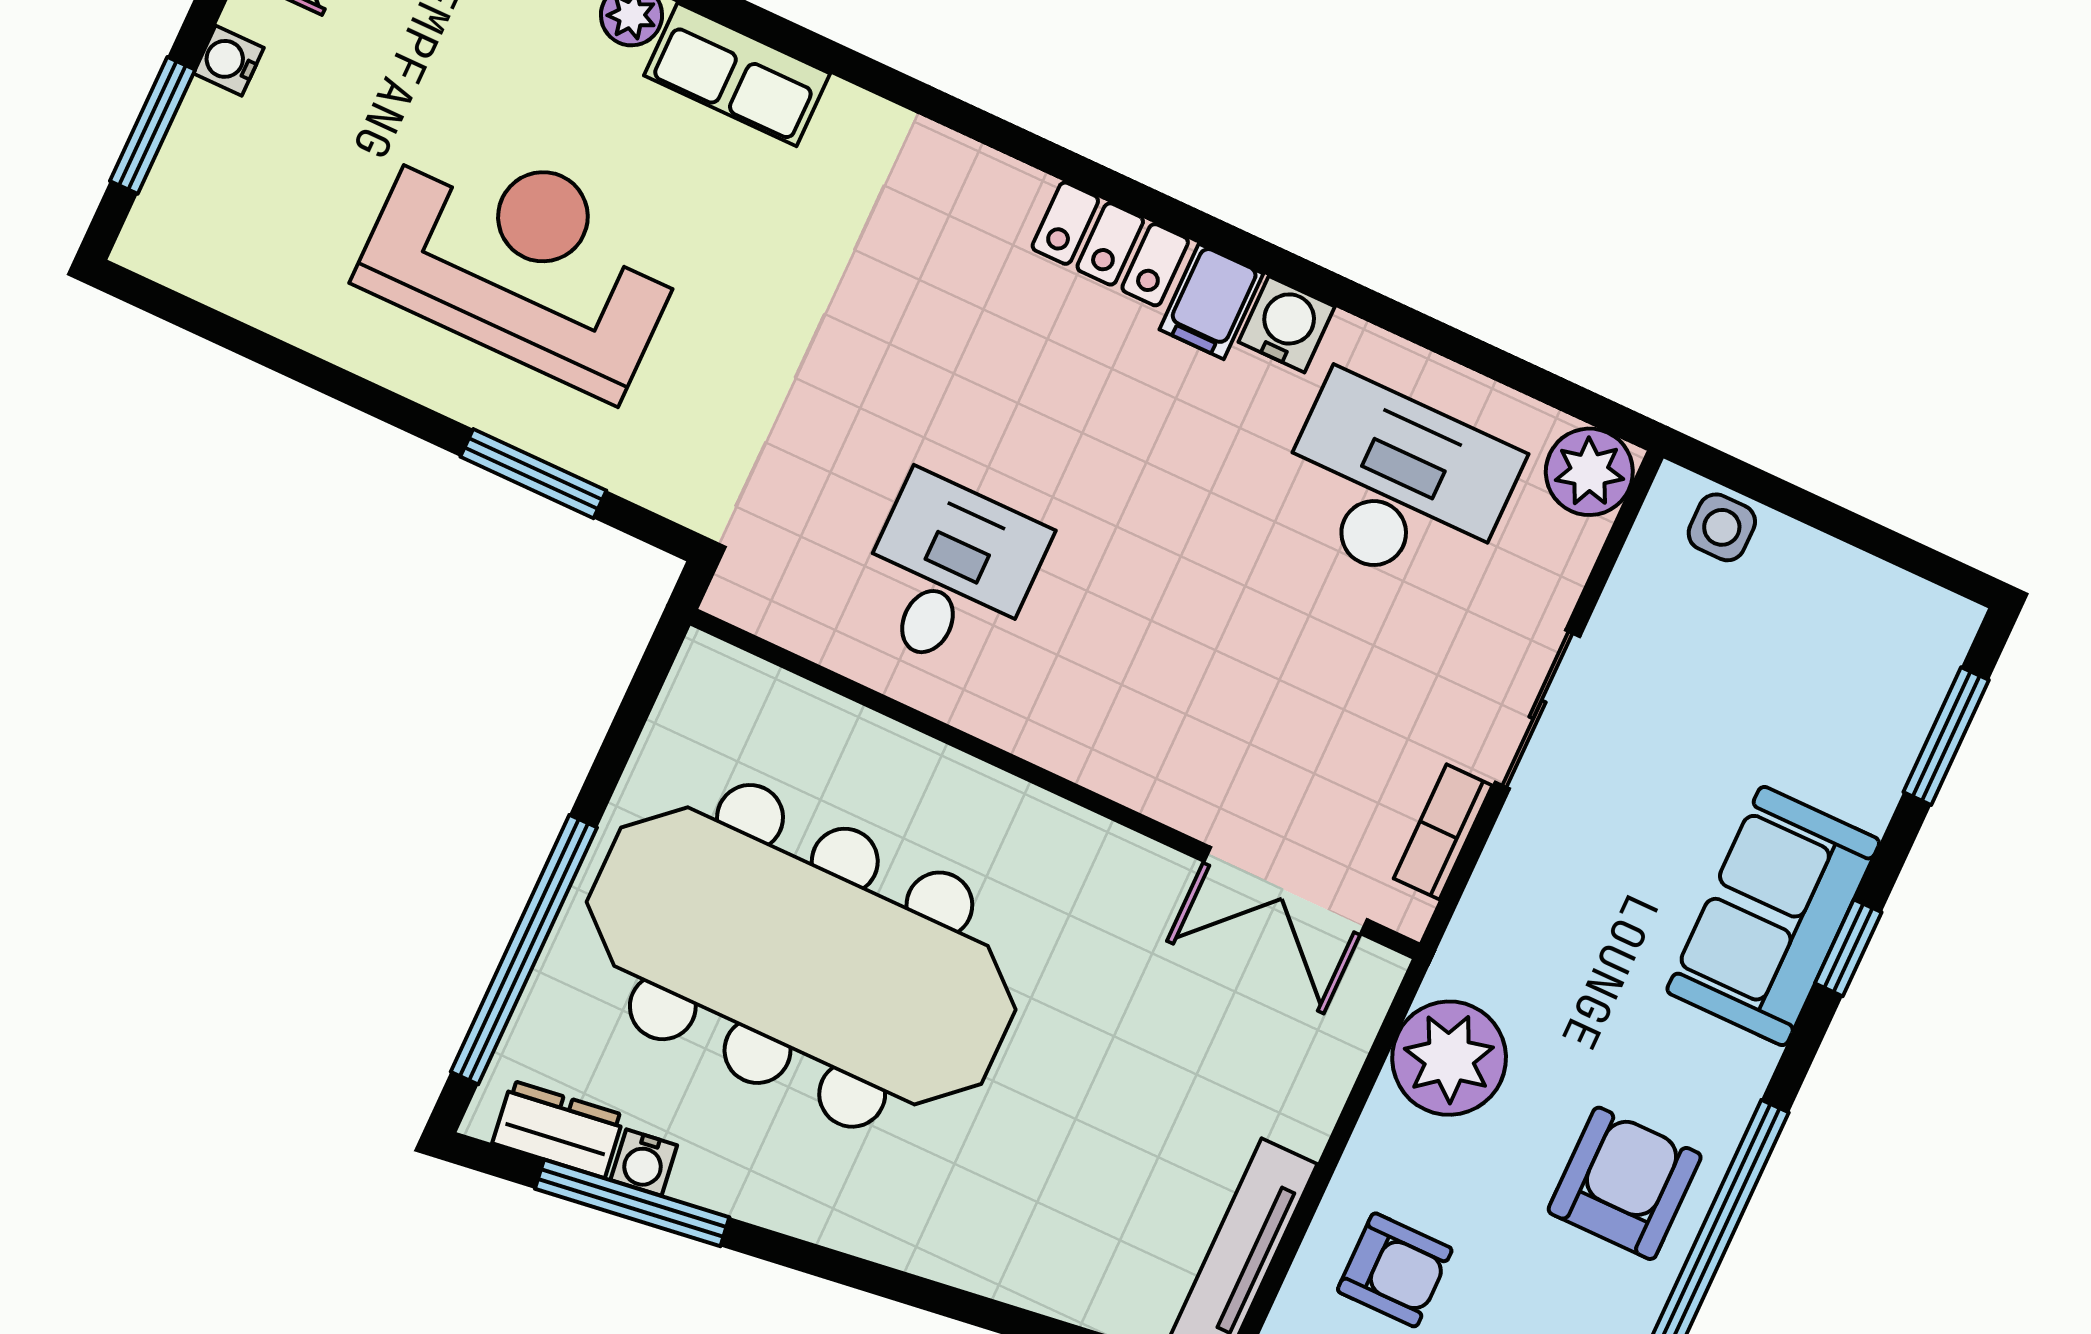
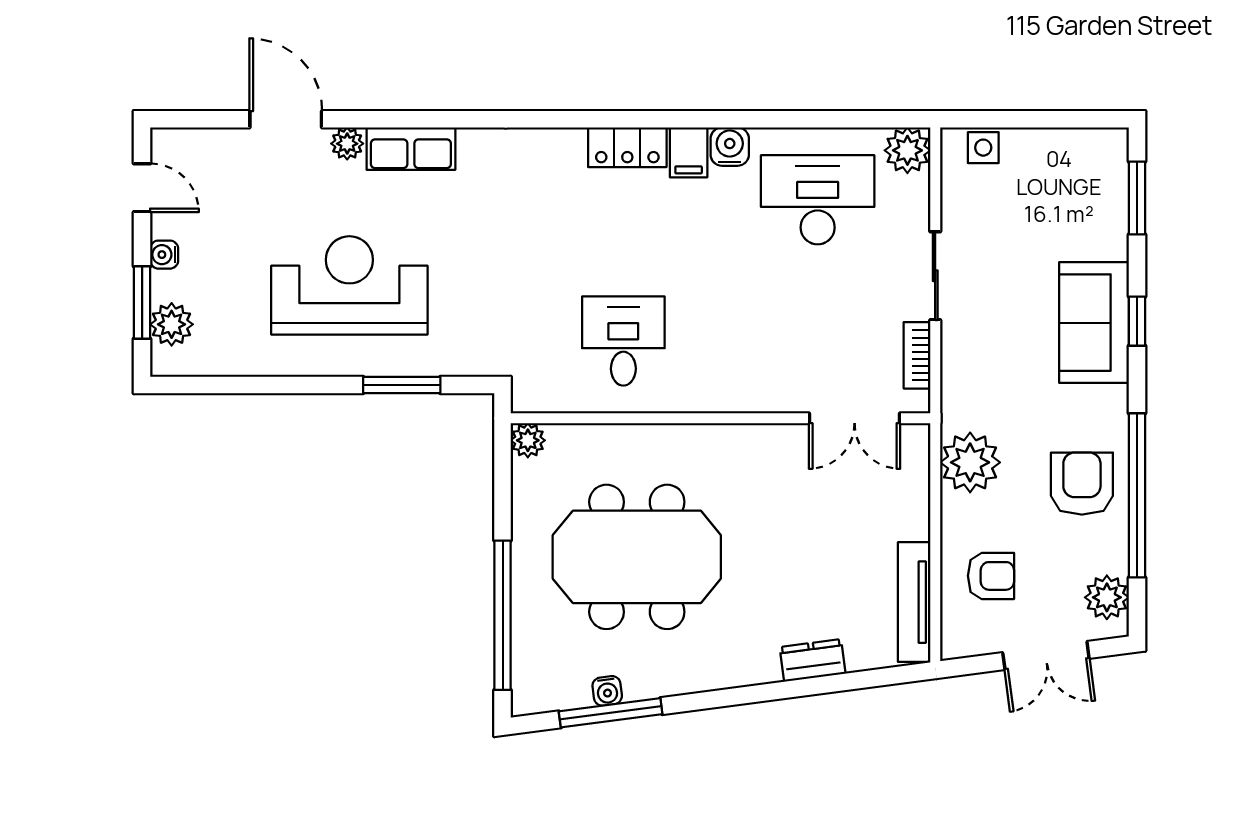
plant: (186, 186) -> (172, 324), added
plant: (706, 669) -> (528, 440), added
meeting table: (801, 956) -> (637, 557), width x0.73
dresser: (558, 1129) -> (813, 660), moved

